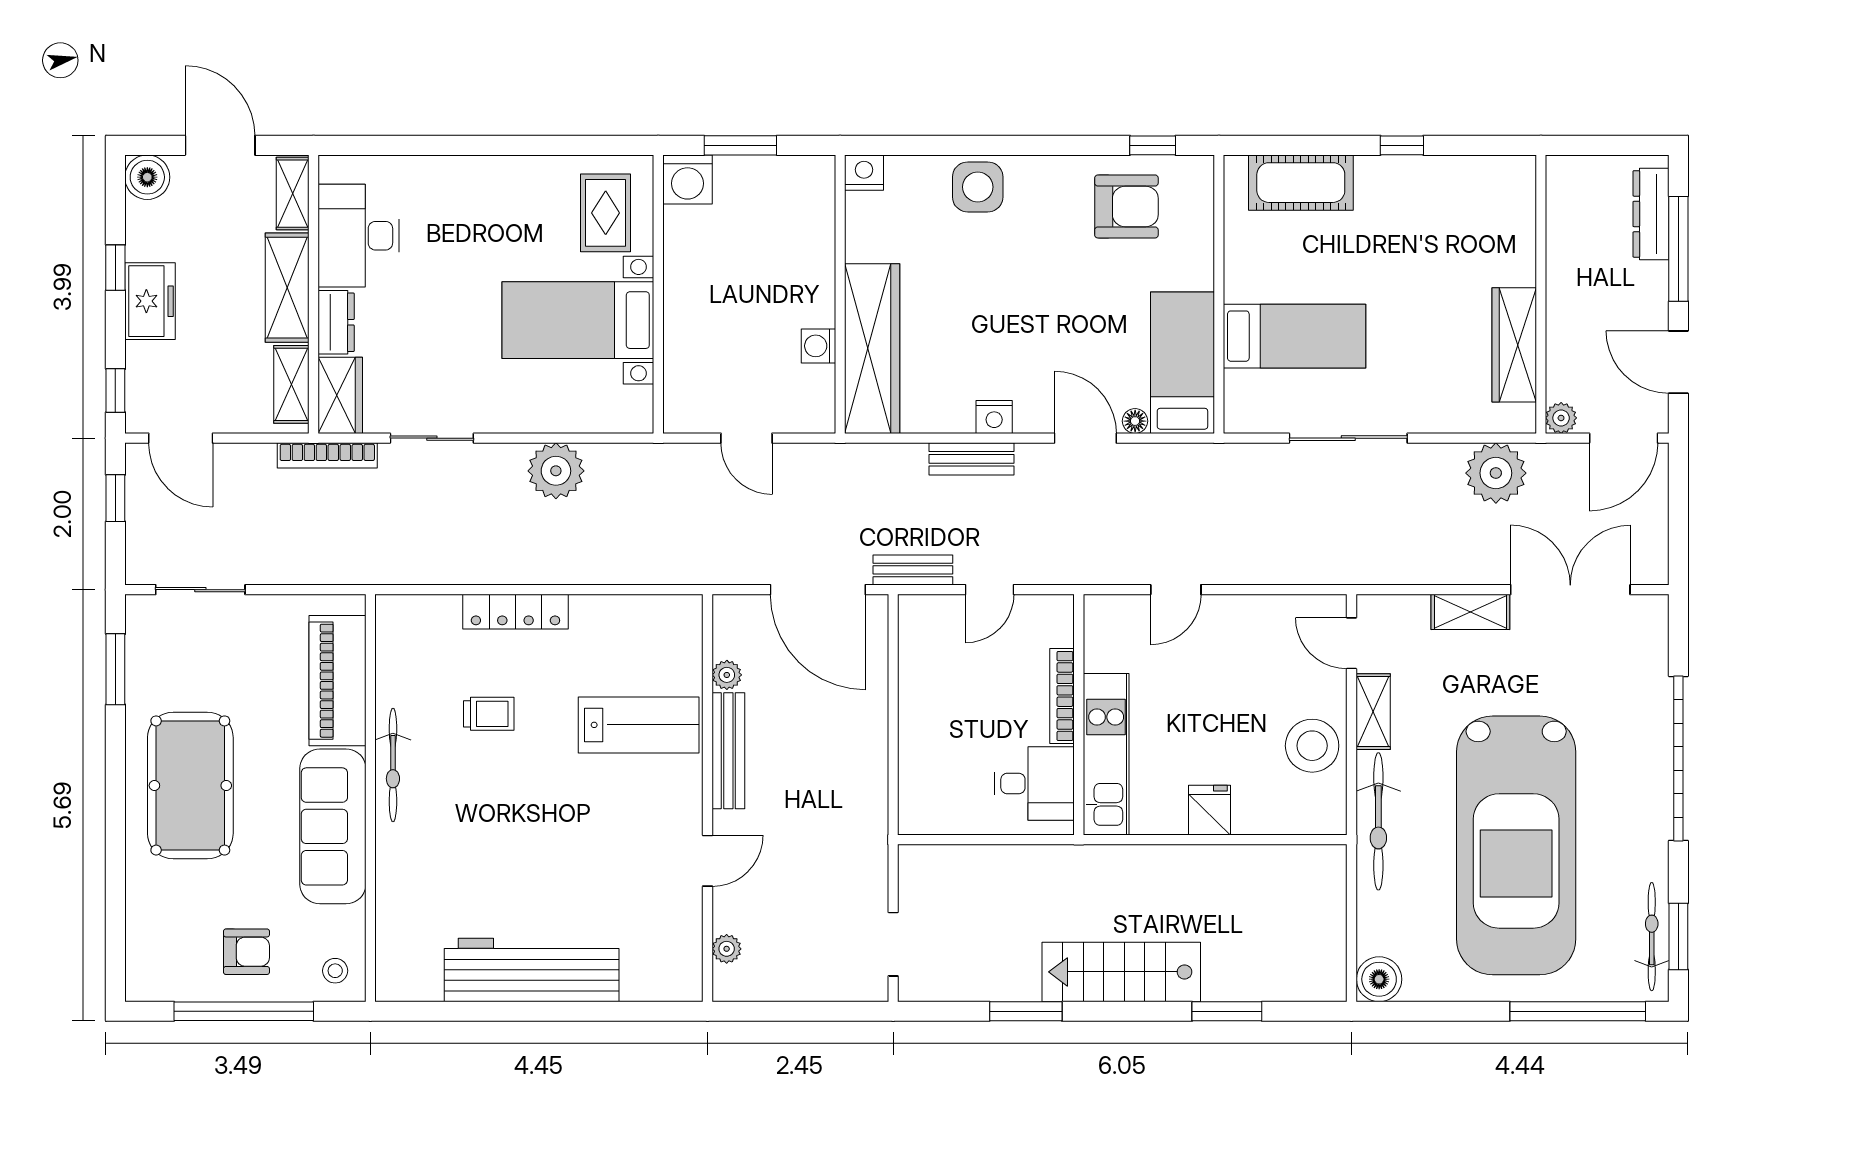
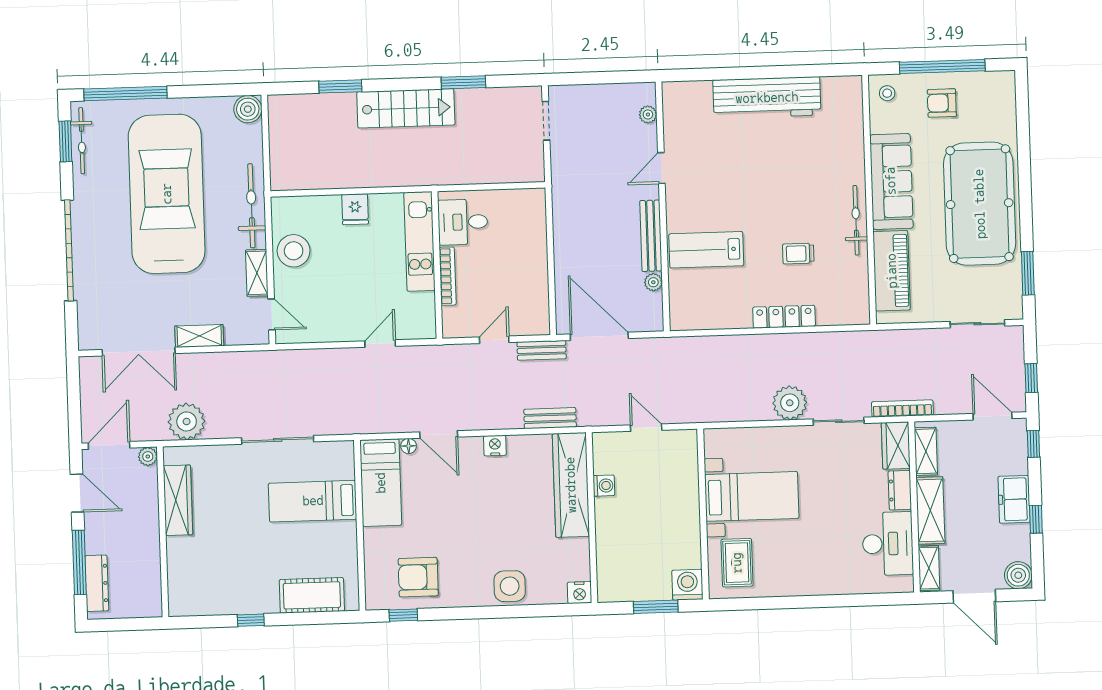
bench: (971, 459) -> (550, 418), moved
plant: (556, 471) -> (790, 403), moved
pool table: (190, 785) -> (980, 204), width x1.36, depth x1.32

